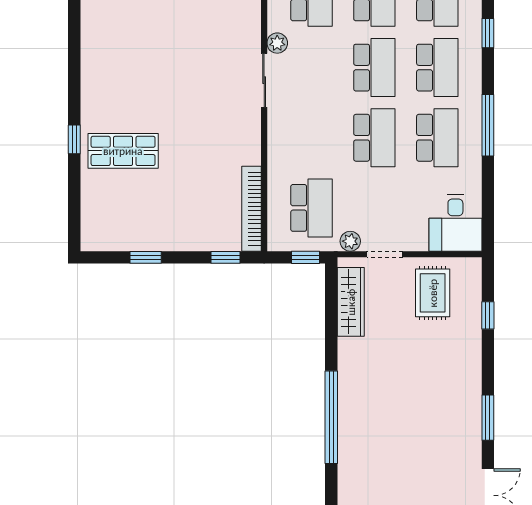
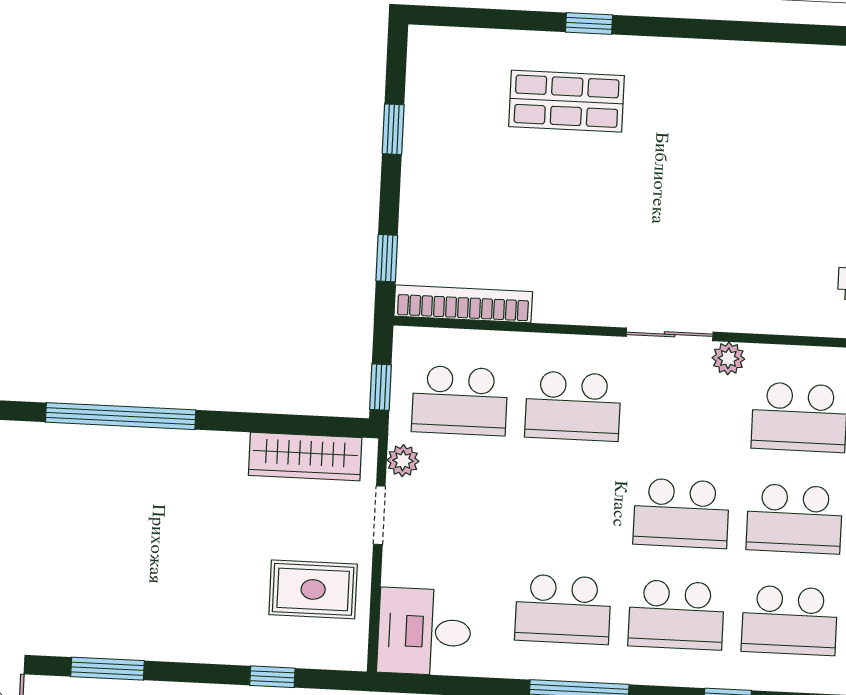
school desk: (374, 138) -> (573, 406), moved
shop shelf: (123, 151) -> (567, 101), turned 90

